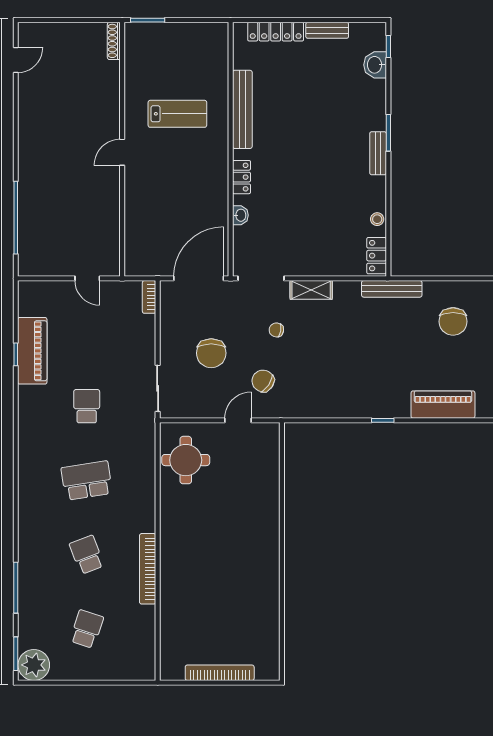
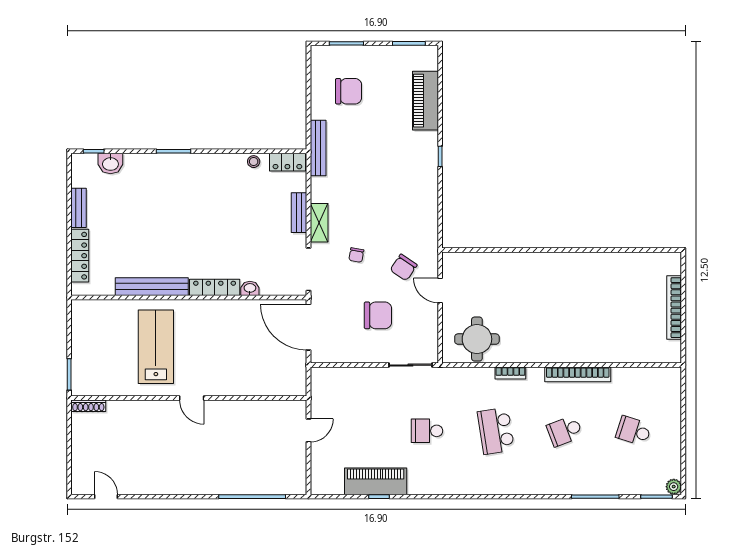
lab bench: (177, 114) -> (156, 347), width x1.36, depth x1.39
bench: (378, 153) -> (299, 213), moved, turned 90
locker: (241, 177) -> (215, 287), width x1.53
bookcase: (149, 297) -> (510, 373), moved
plant: (34, 665) -> (674, 487), width x0.53, depth x0.53

